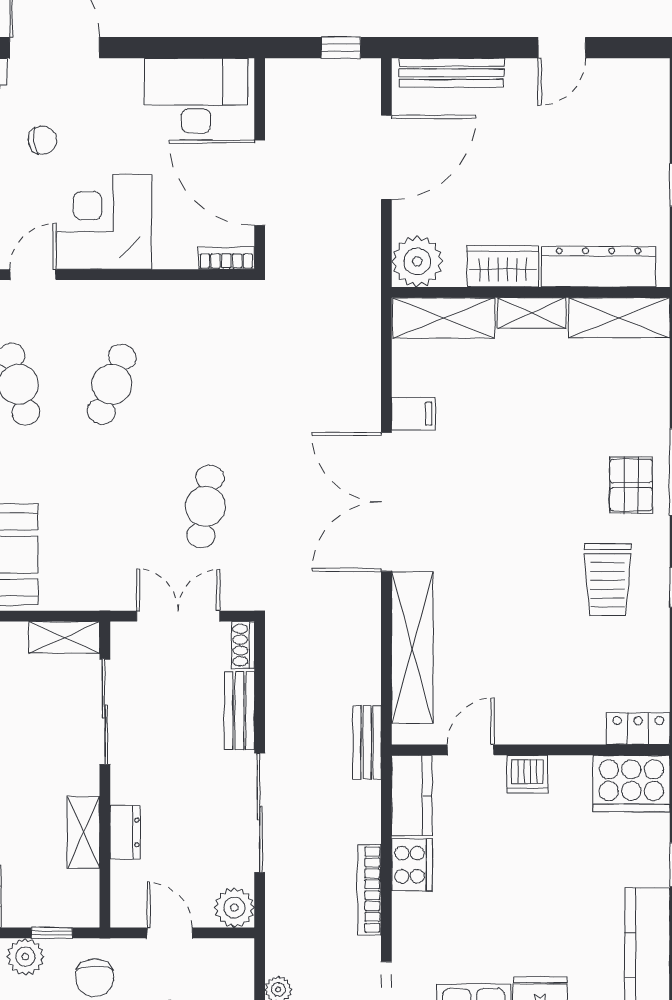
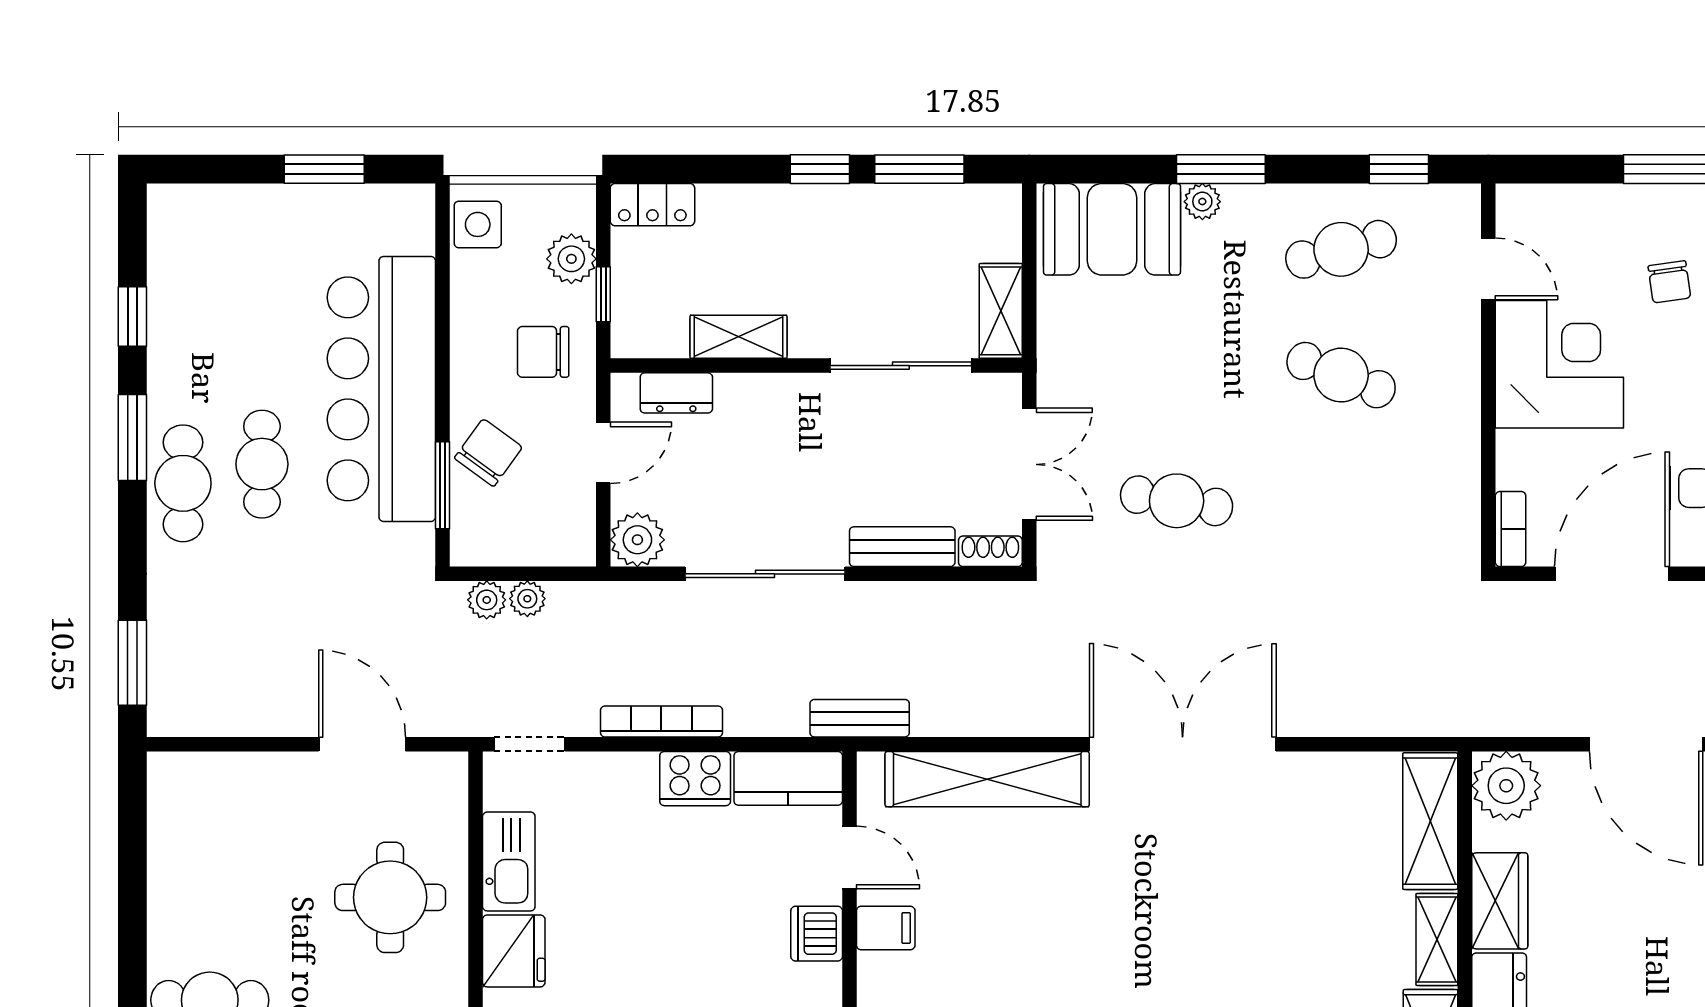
filing cabinet: (413, 414) -> (886, 928), moved, turned -90
dresser: (125, 832) -> (676, 393), moved

